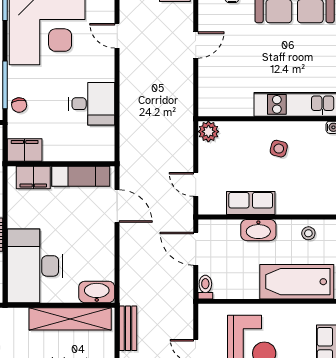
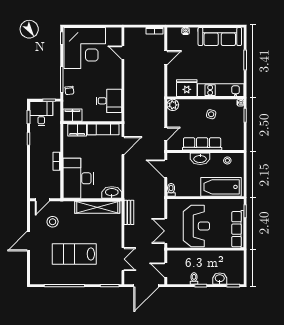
fridge: (234, 101) -> (187, 88), added
desk: (92, 104) -> (109, 101), moved
door: (196, 184) -> (166, 134), swing flipped
row of seats: (251, 203) -> (202, 144), width x1.48
door: (117, 206) -> (123, 146), hinge flipped

